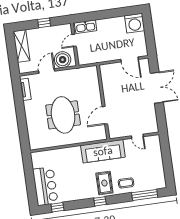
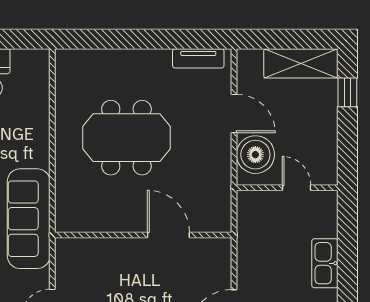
window: (44, 23) -> (347, 92), moved
kitchen sink: (86, 27) -> (325, 263), moved
door: (105, 115) -> (168, 235), moved

